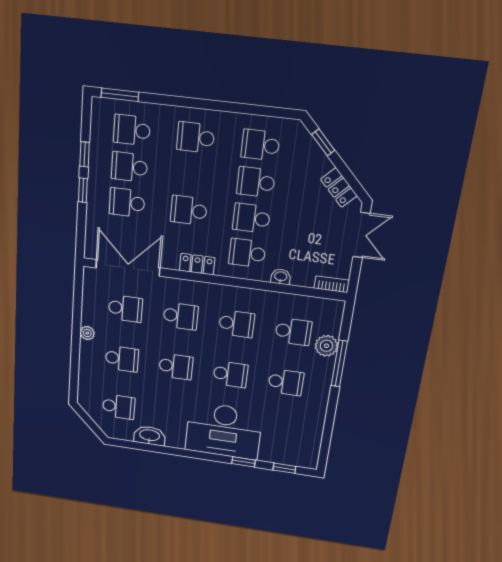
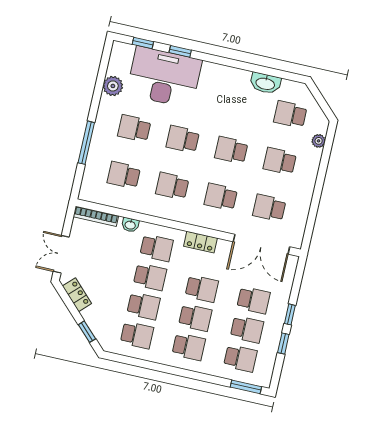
school desk: (192, 174) -> (195, 318), added
bookcase: (332, 284) -> (96, 216), width x1.56
plant: (87, 333) -> (319, 141), moved
plant: (326, 346) -> (113, 86), moved
desk: (224, 431) -> (164, 77), moved

